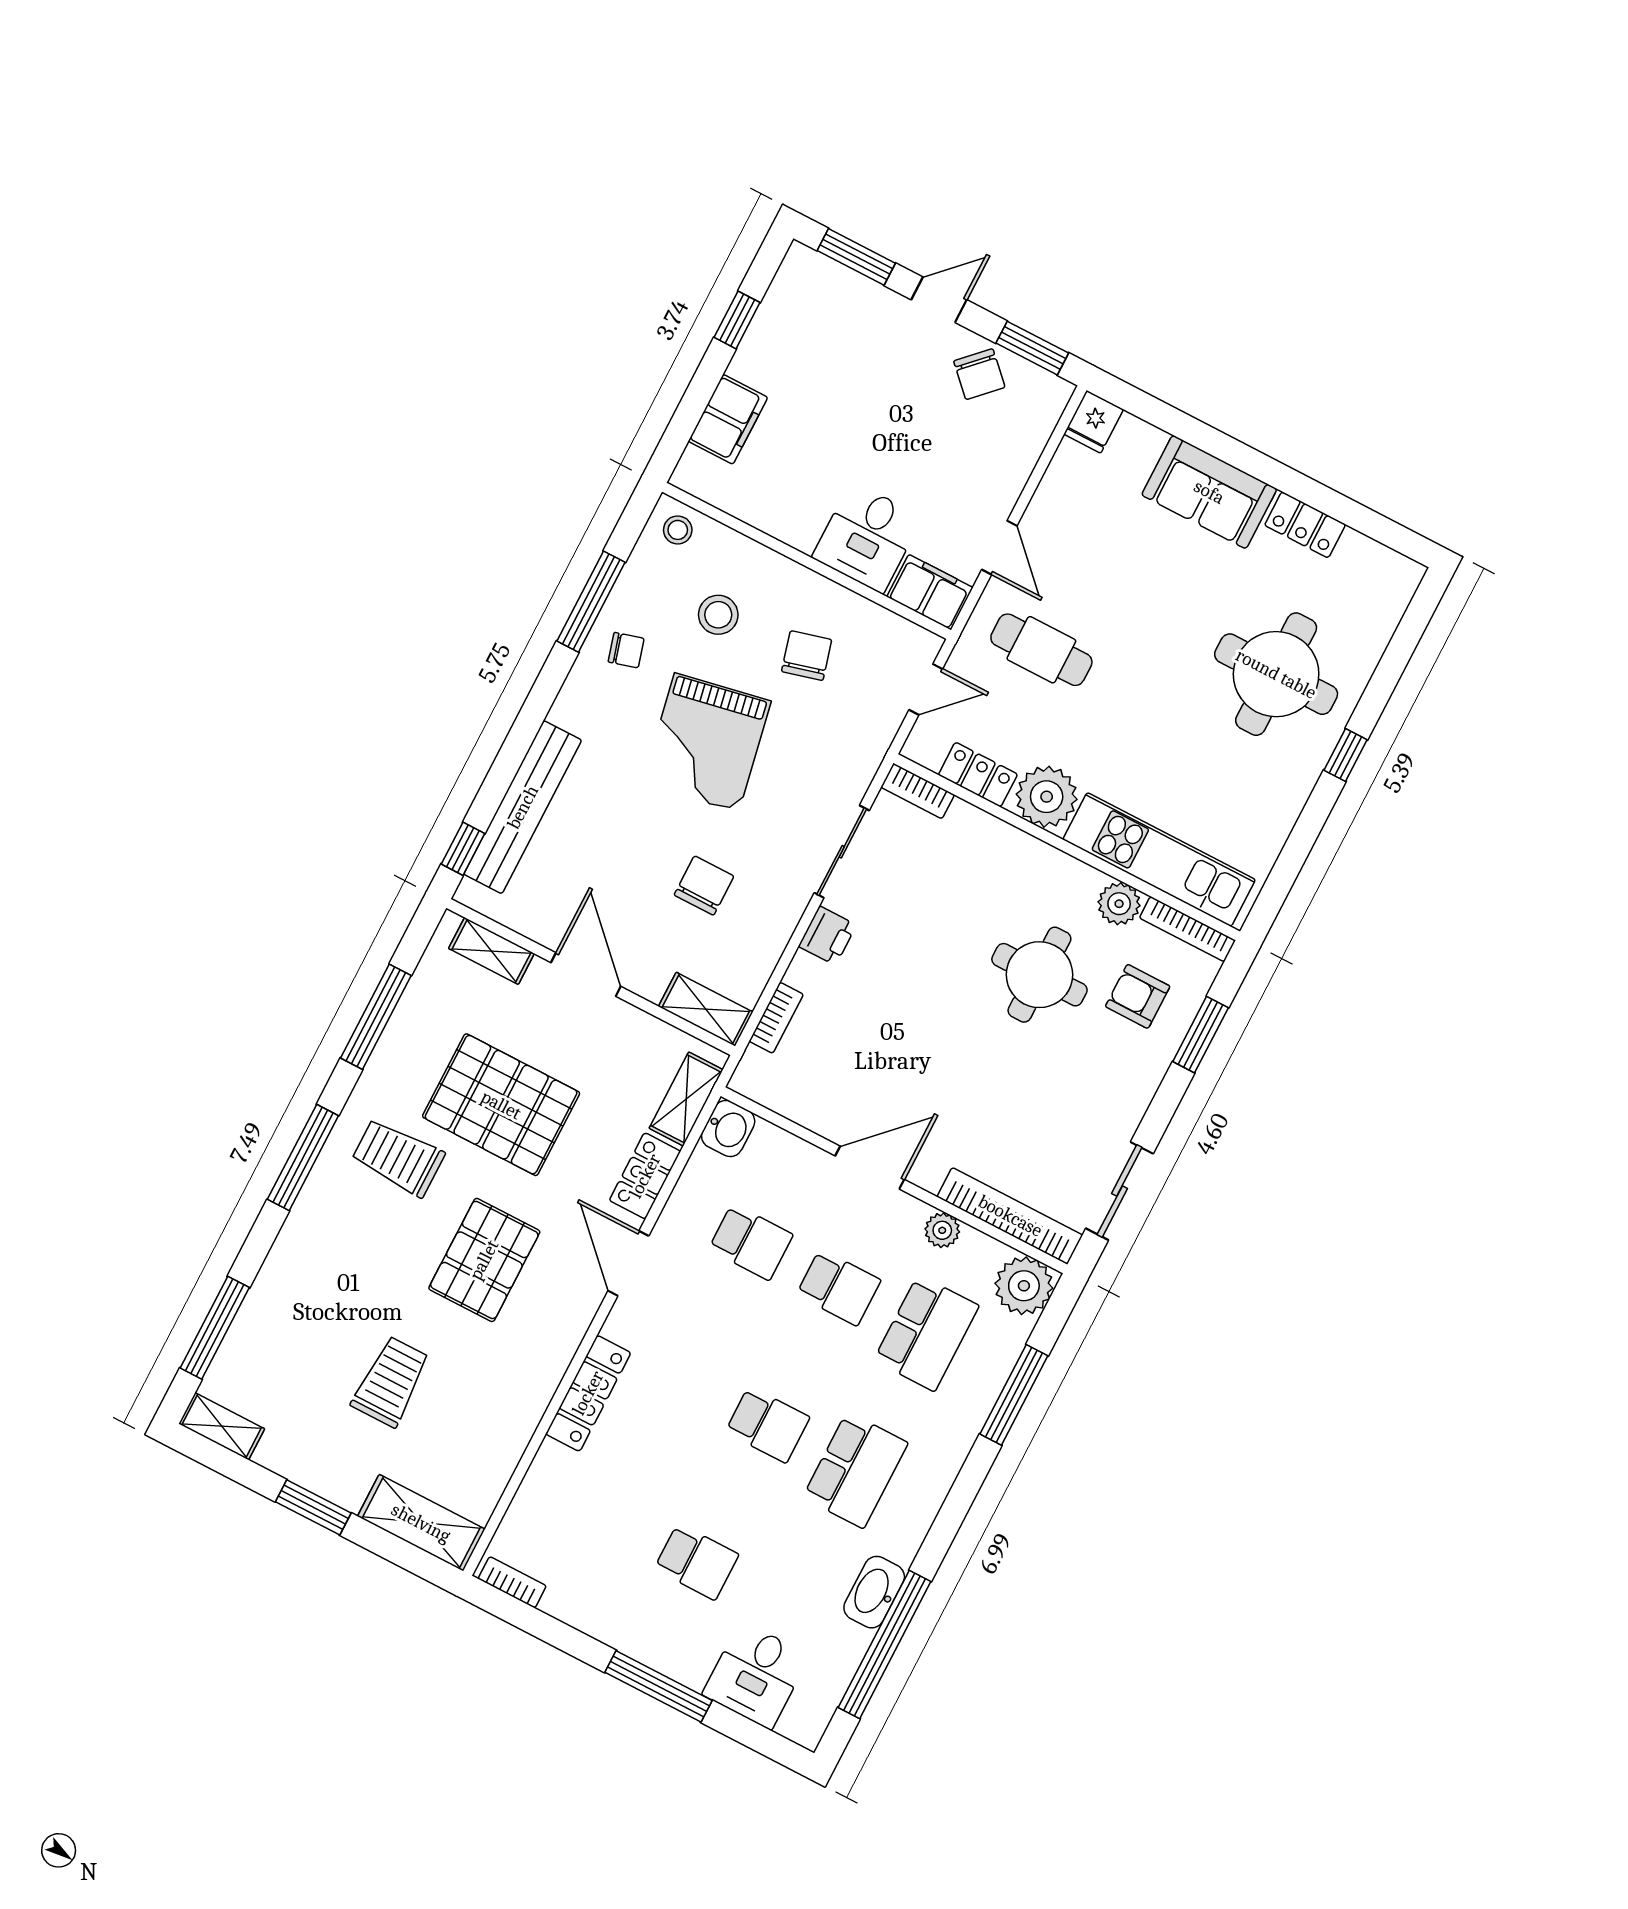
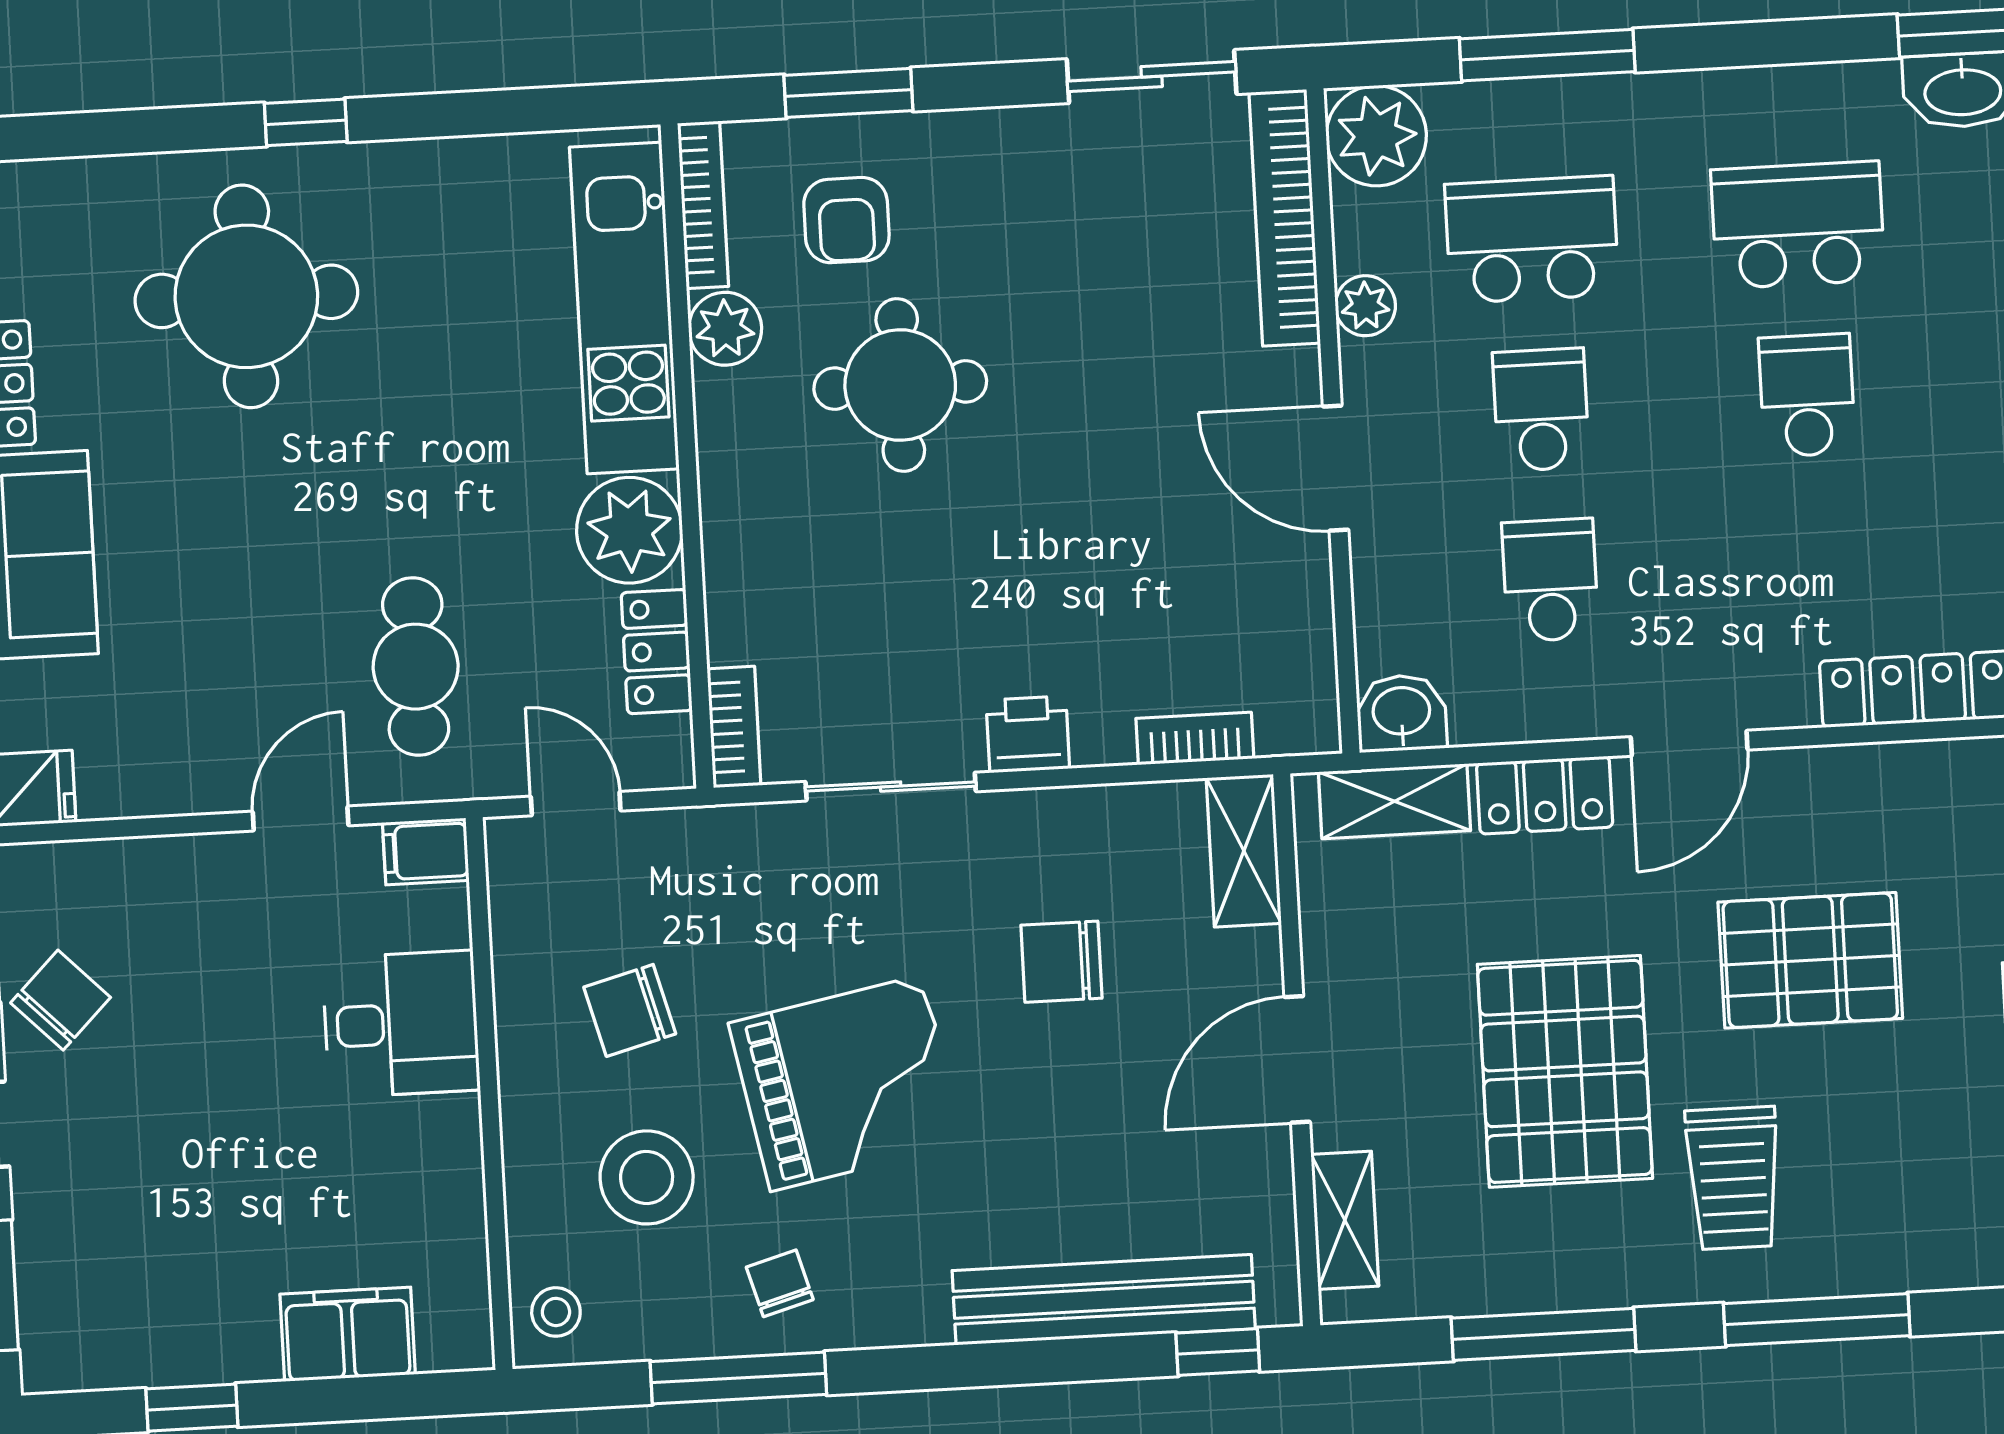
filing cabinet: (930, 592) -> (426, 851), width x0.50
stool: (718, 615) -> (647, 1177), width x1.38, depth x1.38

